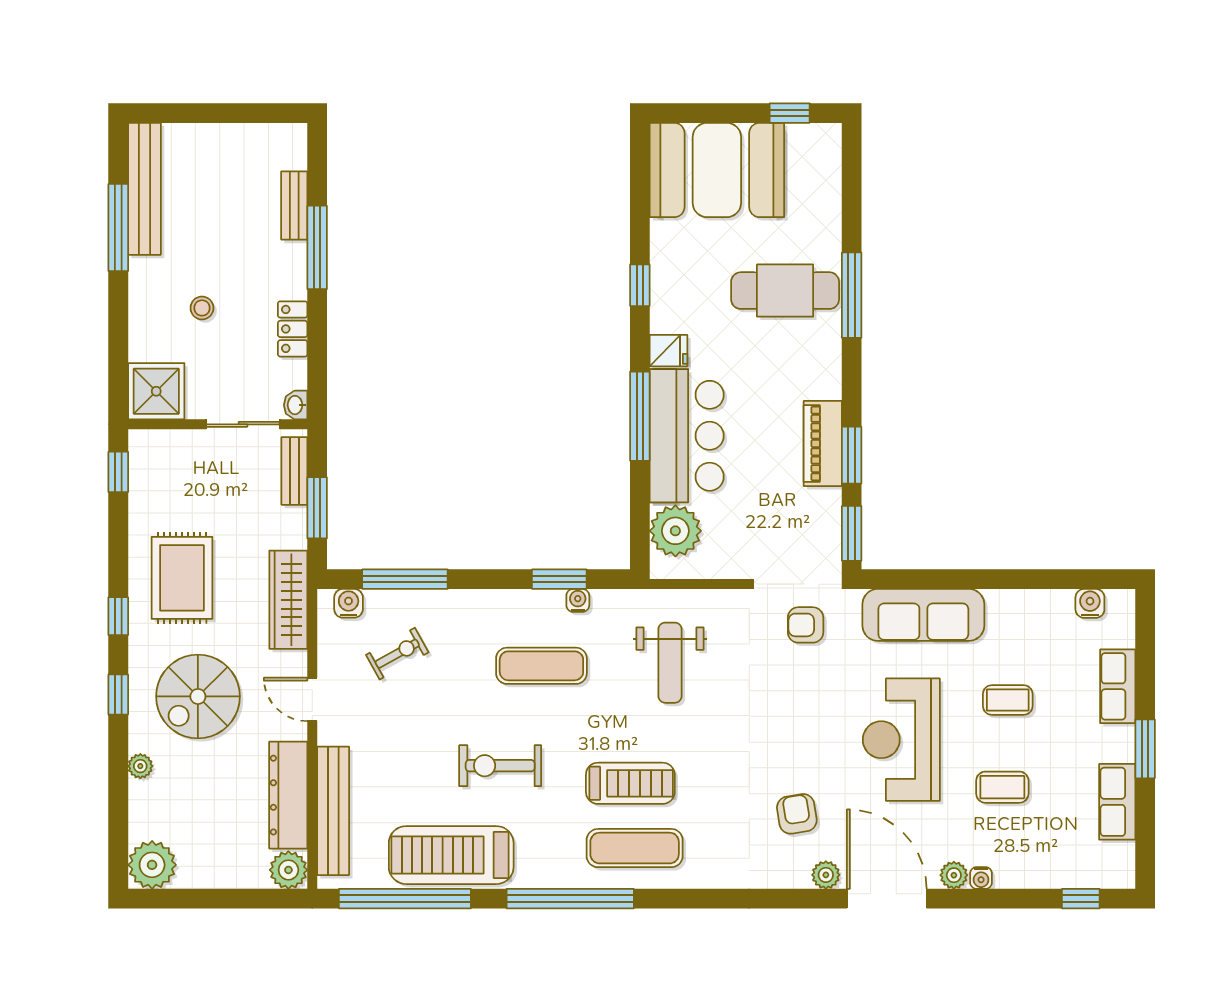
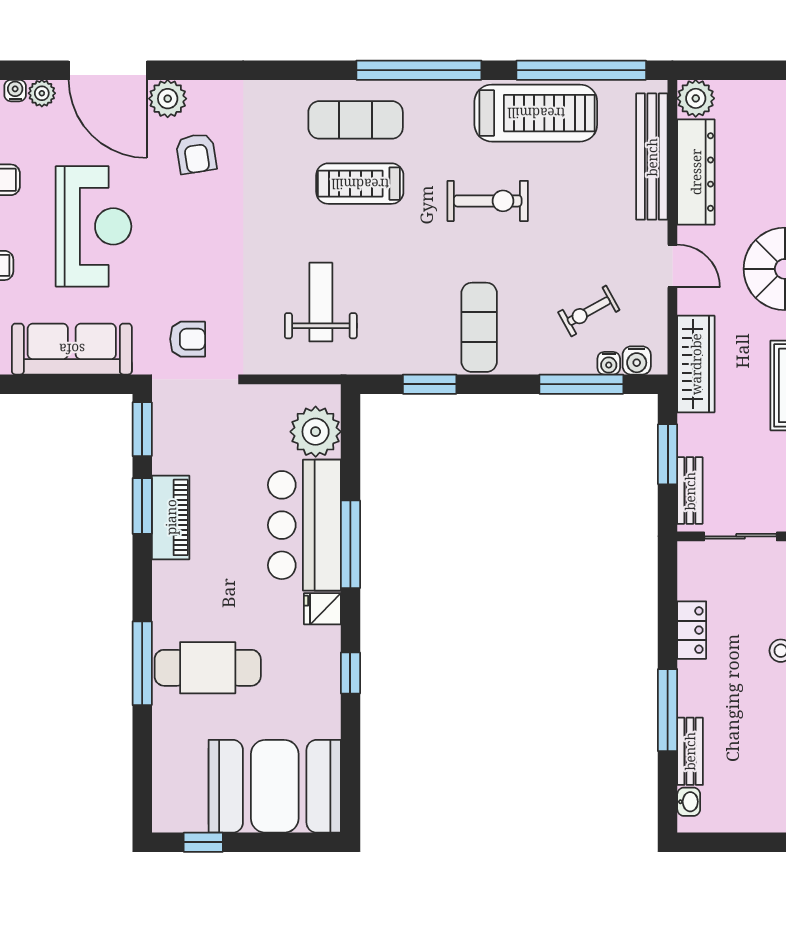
washbasin: (296, 405) -> (689, 802), moved
water cooler: (578, 600) -> (609, 363), moved
exercise mat: (541, 666) -> (479, 327), moved, turned 90
plant: (826, 875) -> (168, 99), width x1.38, depth x1.38

